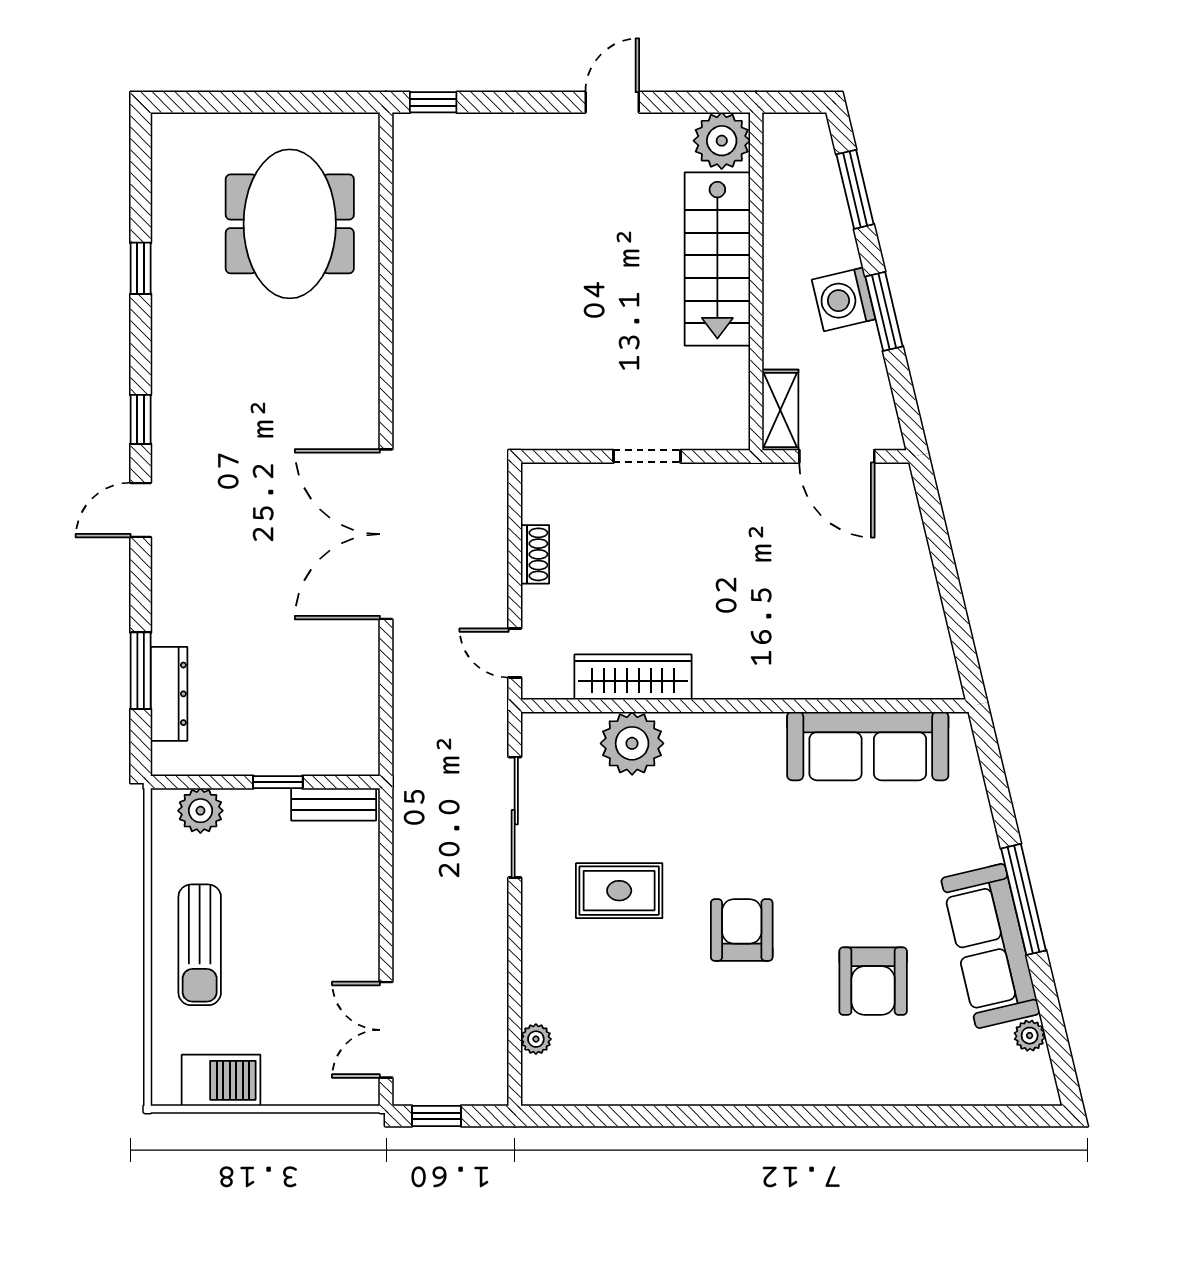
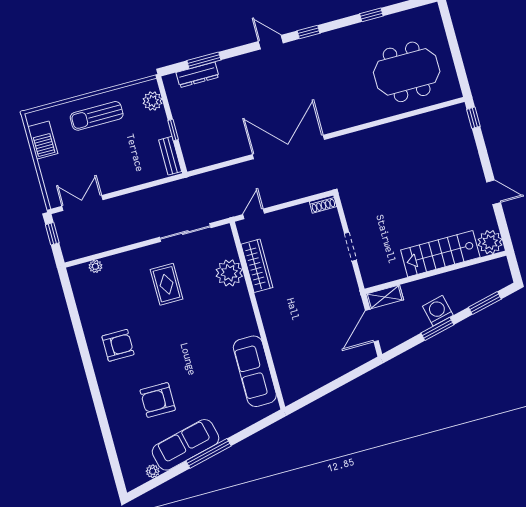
shoe rack: (535, 554) -> (323, 204), moved
armchair: (742, 930) -> (118, 345), moved

